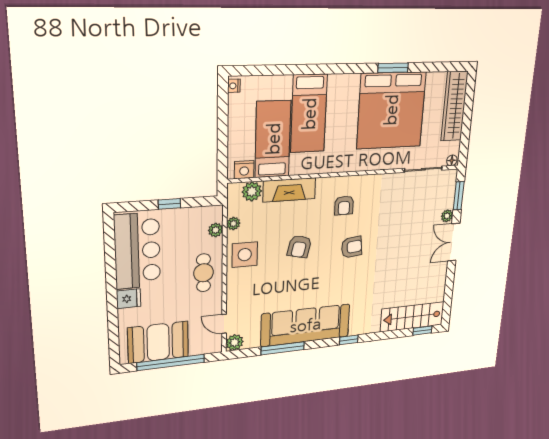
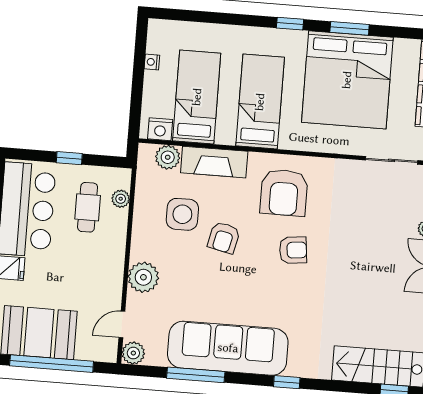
window: (346, 69) -> (290, 24), added
nightstand: (234, 86) -> (152, 62), moved
bed: (309, 114) -> (260, 102), moved, turned 180
armchair: (344, 205) -> (284, 193), width x1.88, depth x1.88
plant: (233, 224) -> (143, 277), moved, width x1.87, depth x1.87
side table: (245, 255) -> (182, 214), moved
cafe table: (204, 273) -> (88, 207), moved
door: (224, 324) -> (122, 324), hinge flipped

